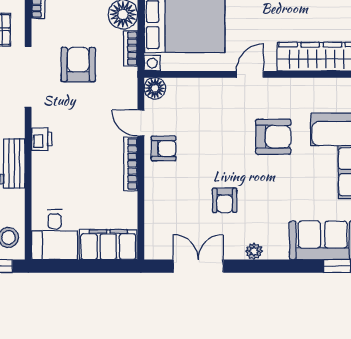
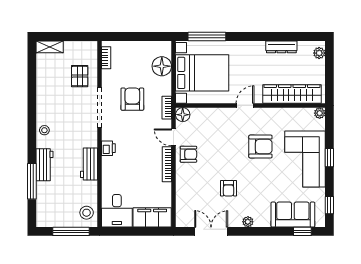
bookcase: (131, 48) -> (167, 108), moved

